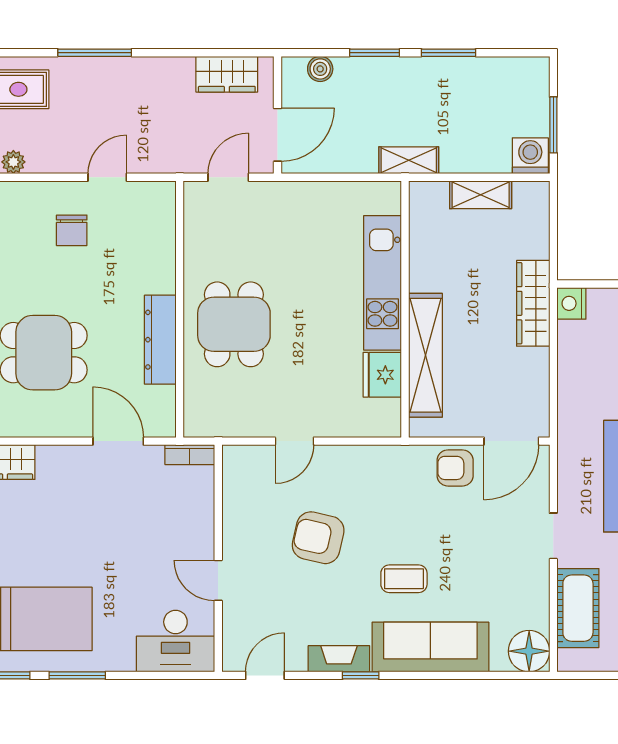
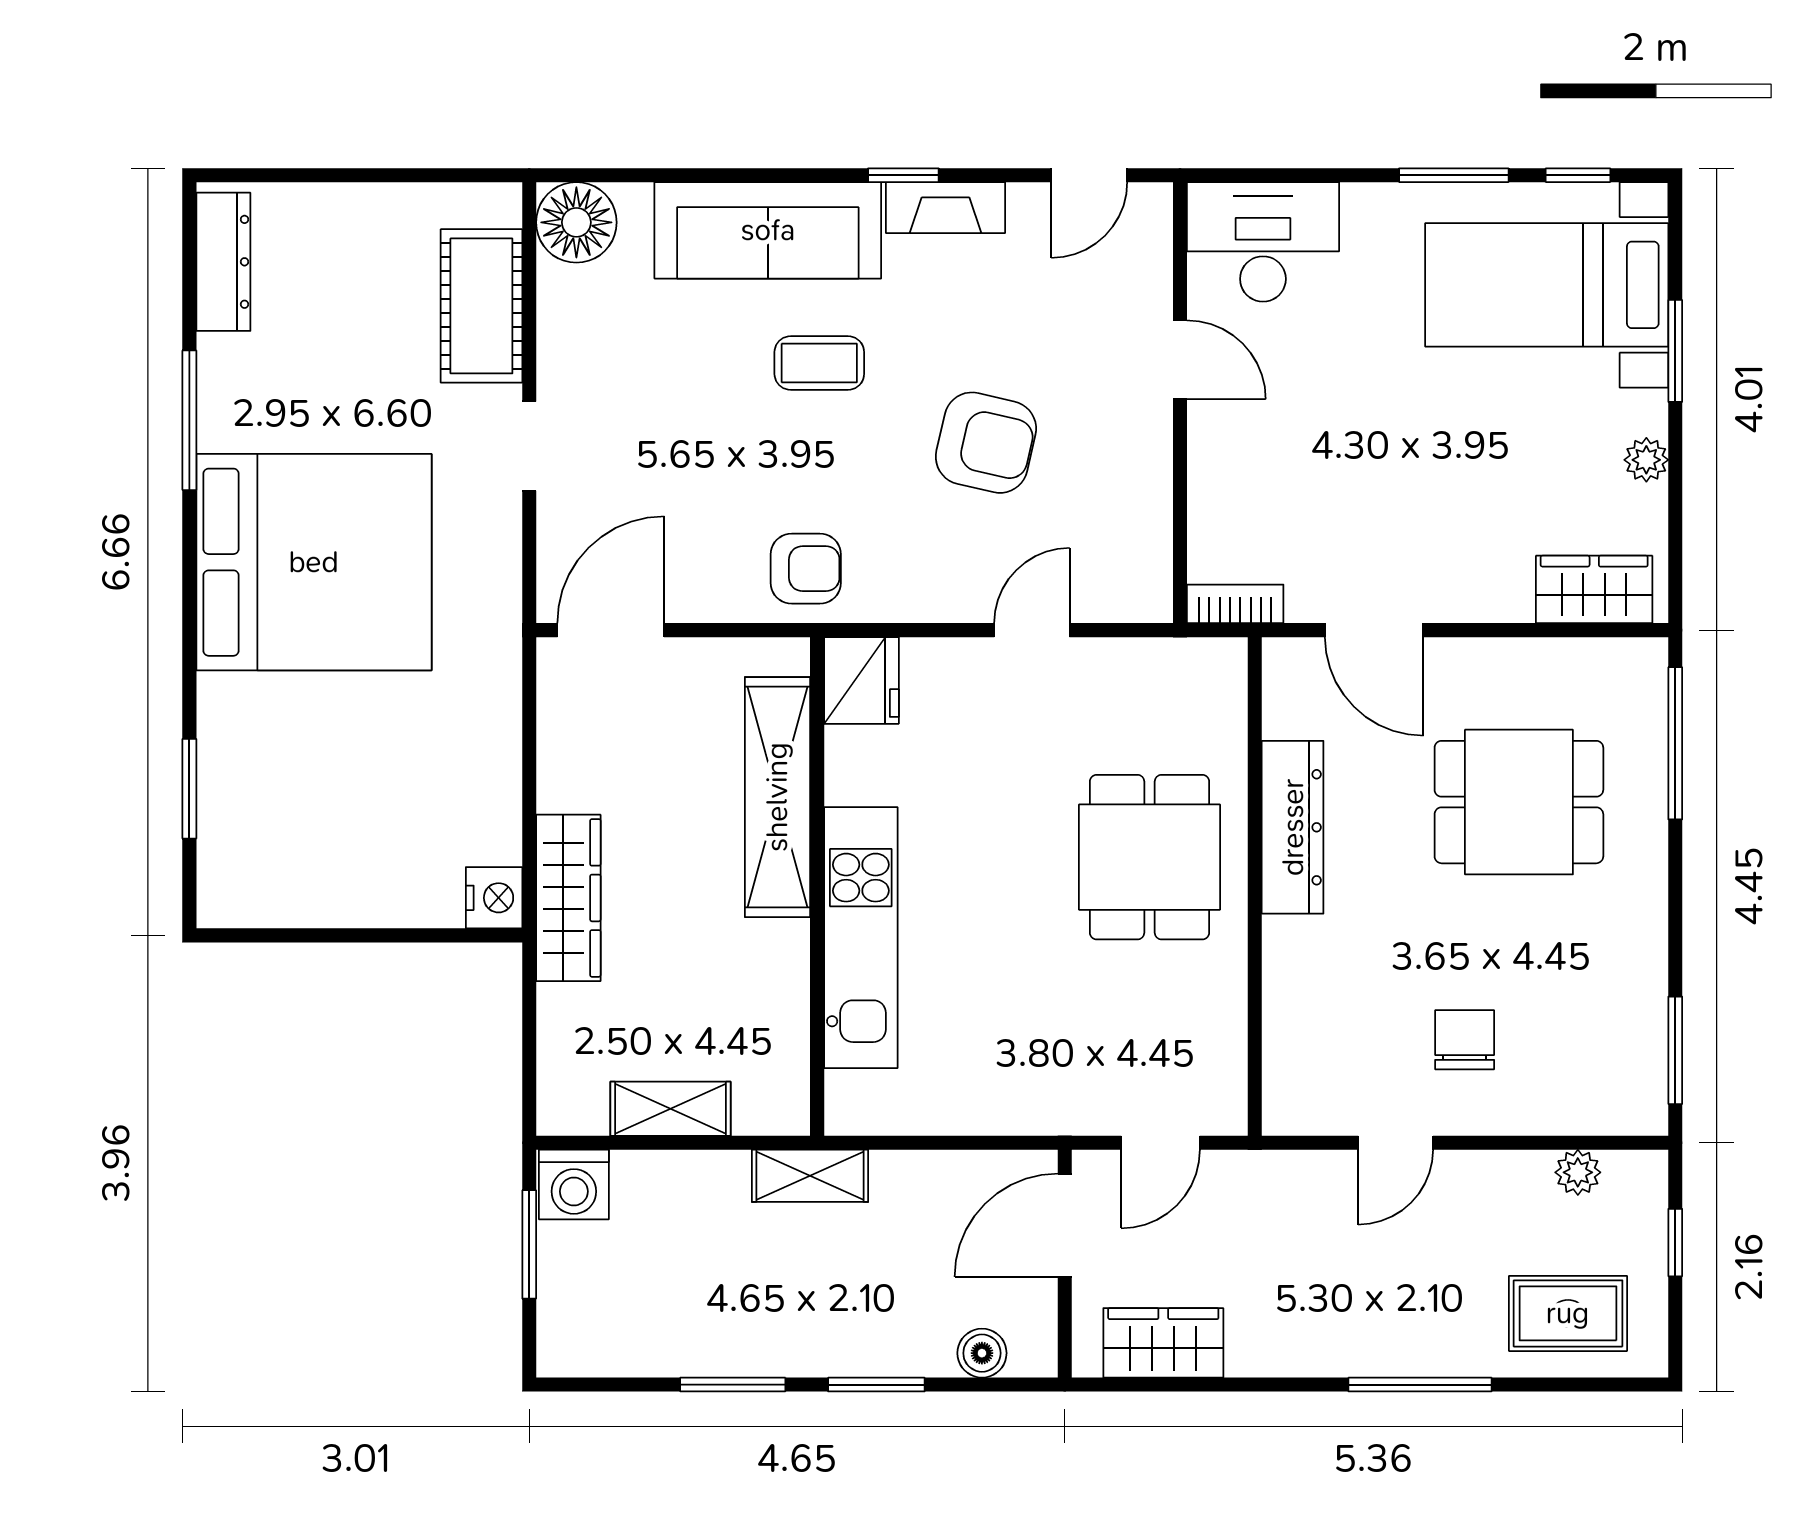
fridge: (382, 375) -> (861, 680), moved
armchair: (455, 468) -> (806, 569), moved

